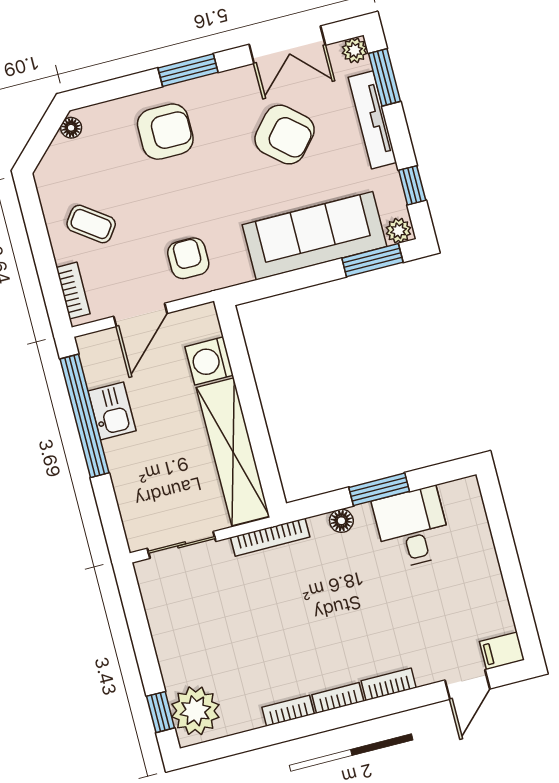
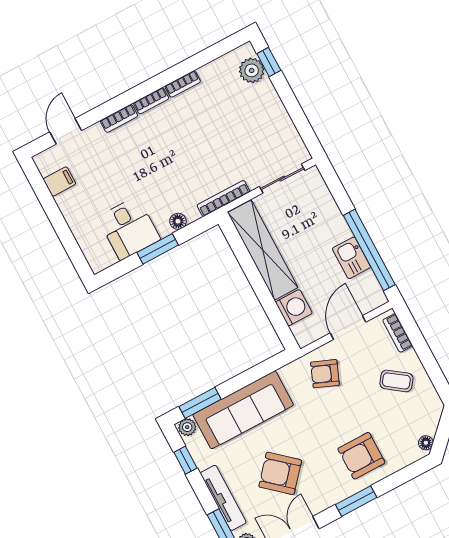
armchair: (188, 258) -> (325, 374), turned 112
filing cabinet: (502, 651) -> (59, 181), moved
plant: (195, 711) -> (252, 70), width x0.73, depth x0.73

